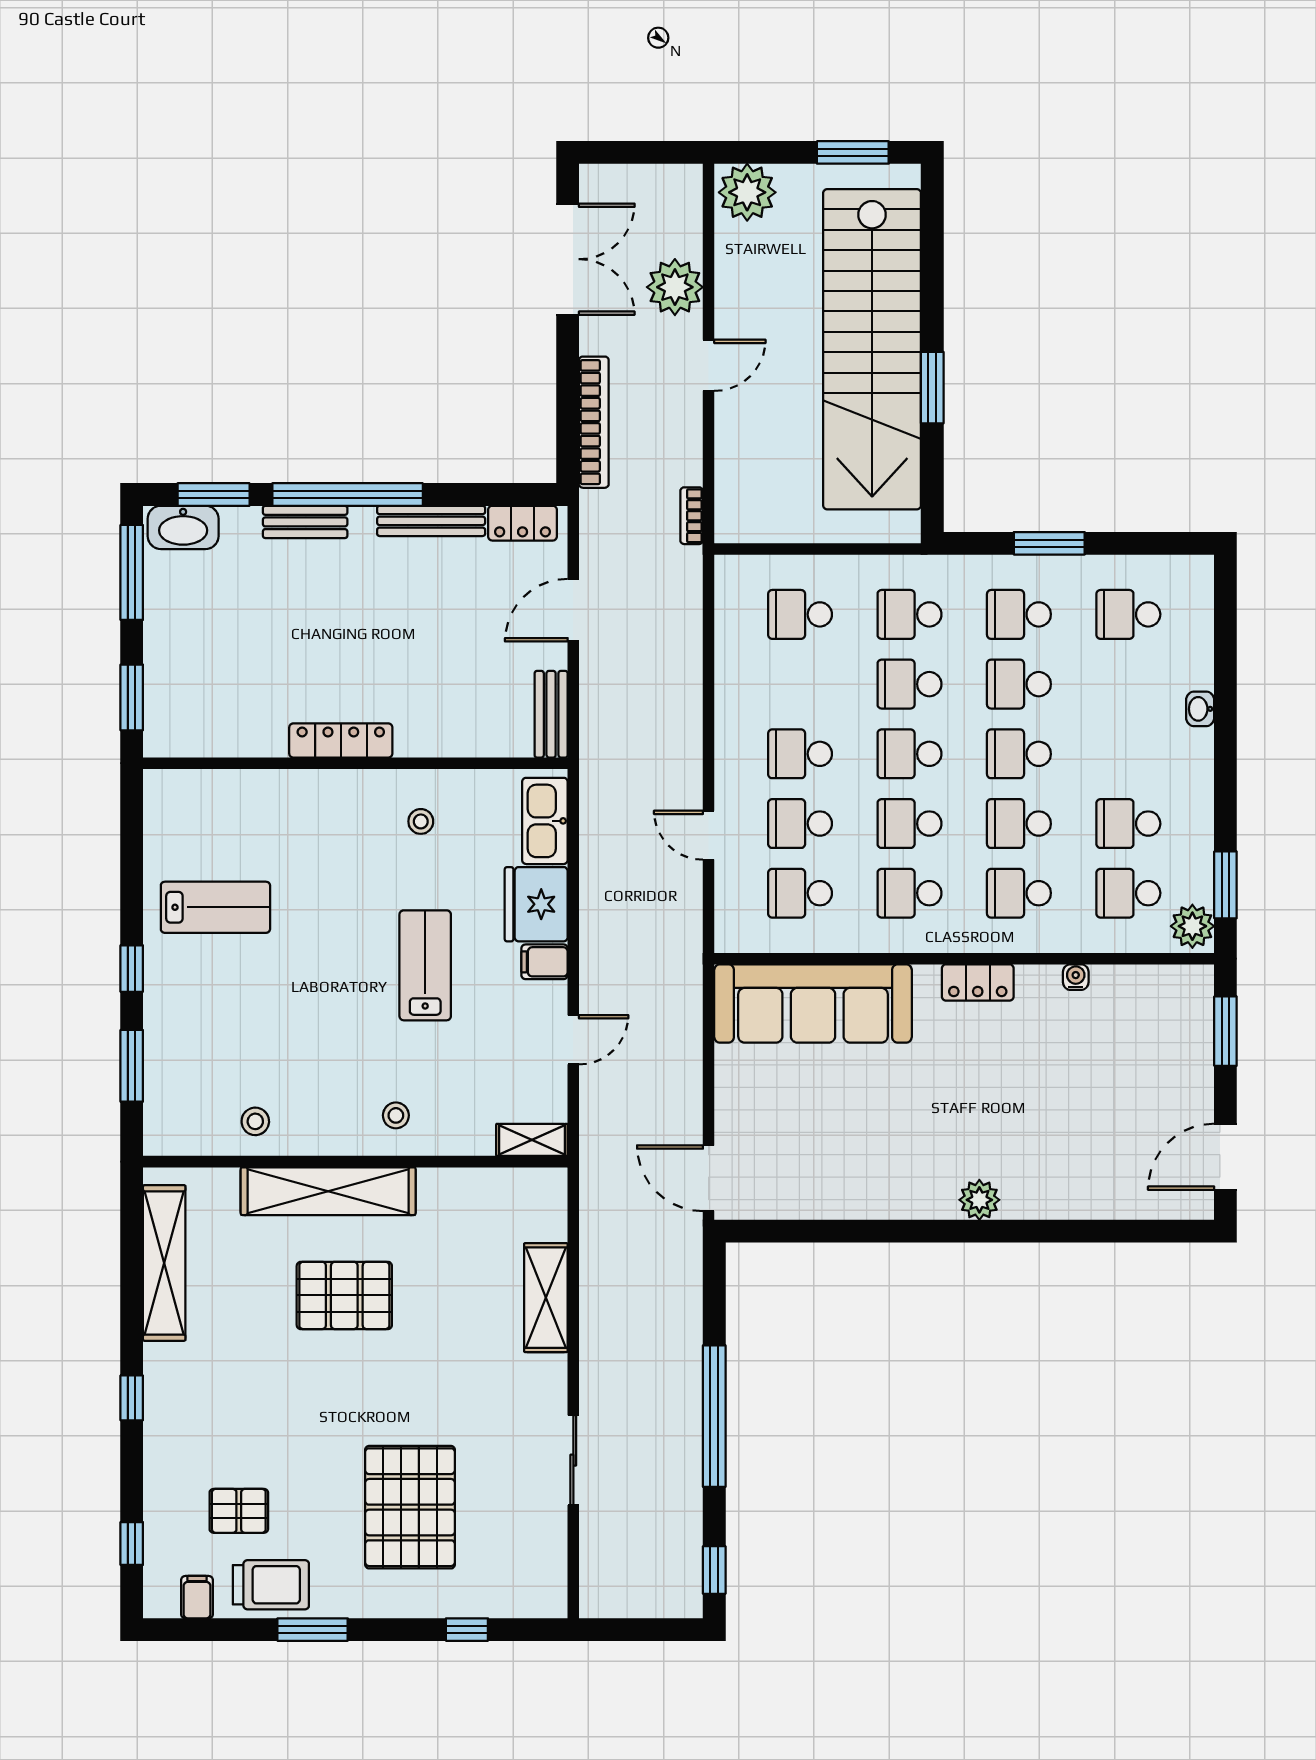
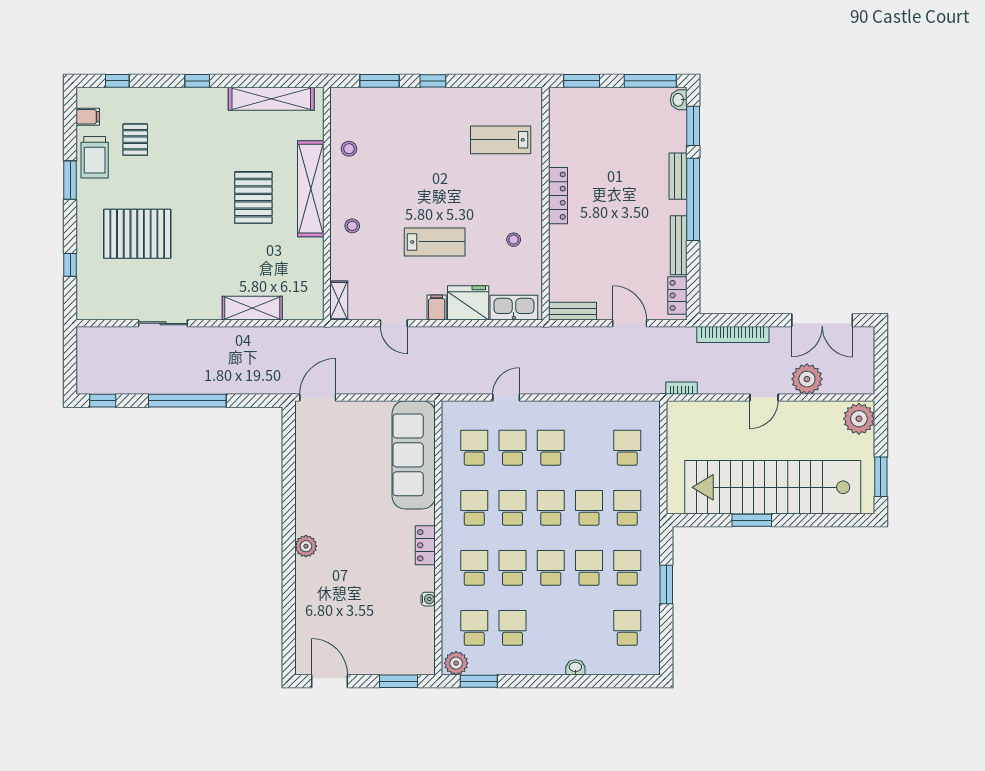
door: (709, 365) -> (764, 398), hinge flipped
washbasin: (183, 527) -> (679, 100), width x0.52, depth x0.69
lab bench: (215, 907) -> (501, 140), moved, turned 90

